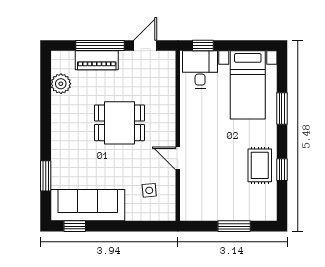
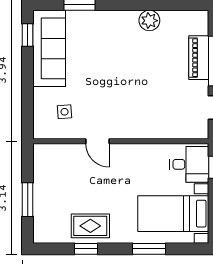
plant: (61, 84) -> (149, 21), moved
dining table: (119, 123) -> (134, 81), removed
door: (178, 158) -> (97, 141), swing flipped

